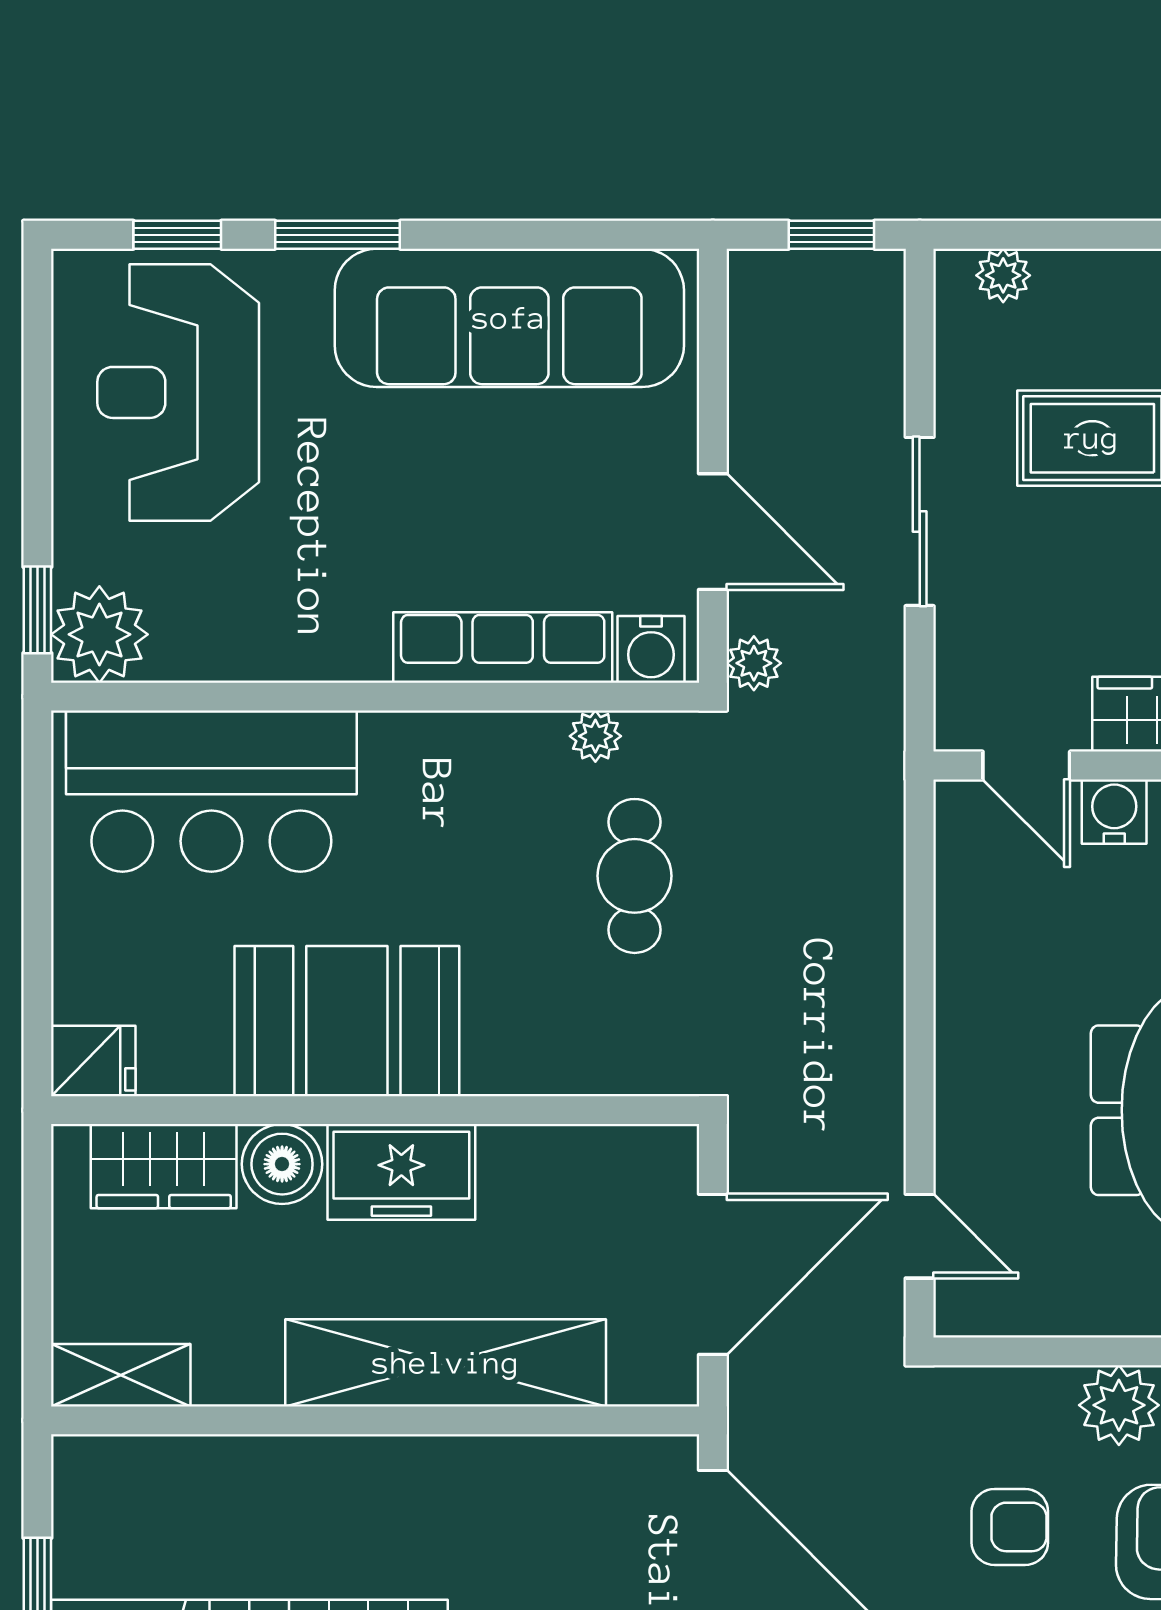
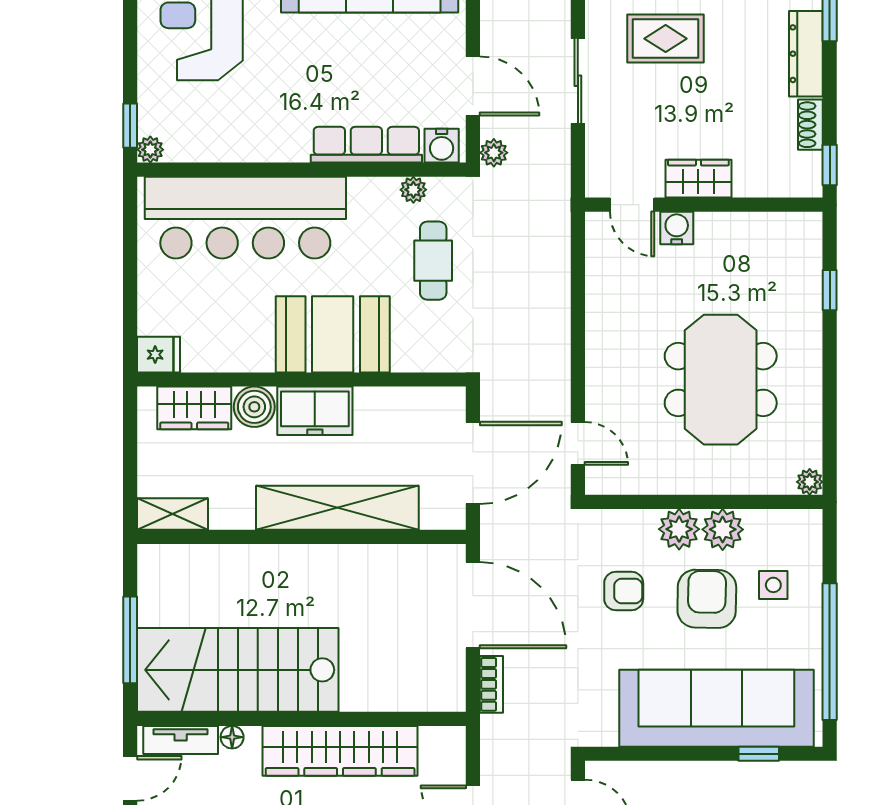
plant: (99, 634) -> (150, 150), width x0.53, depth x0.53
bar counter: (211, 791) -> (245, 218), width x1.36
booth: (347, 1021) -> (333, 334), moved

